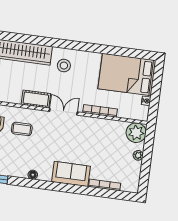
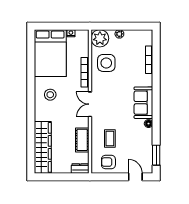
stool: (64, 66) -> (50, 95), moved
cot: (36, 99) -> (82, 140), moved
side table: (107, 136) -> (106, 63), added
sofa: (71, 174) -> (143, 103), moved

